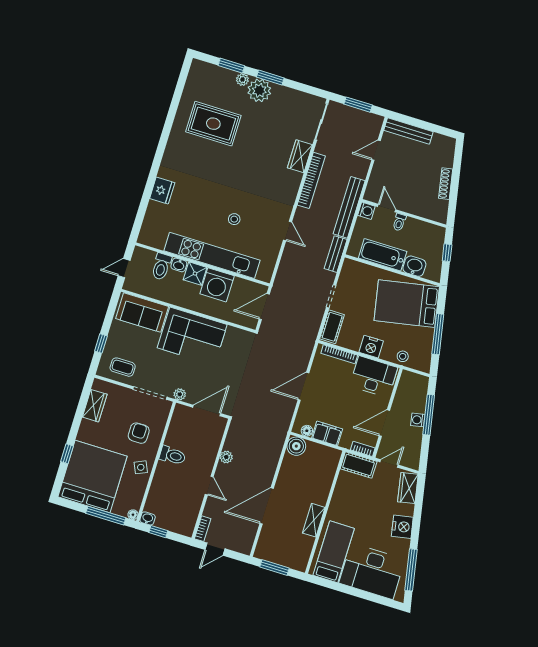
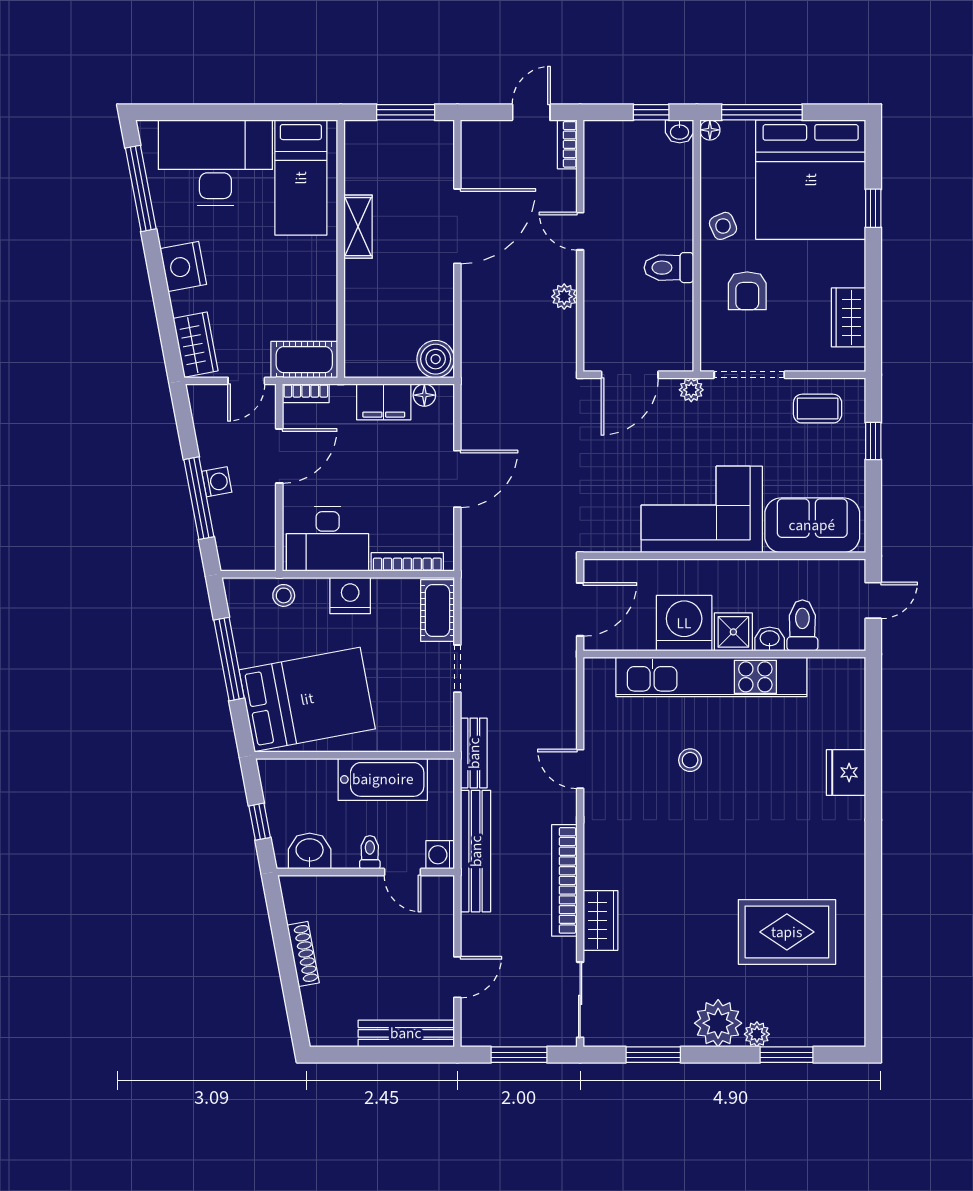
window: (270, 78) -> (653, 1055), moved
washbasin: (414, 266) -> (310, 851), moved, turned 180

